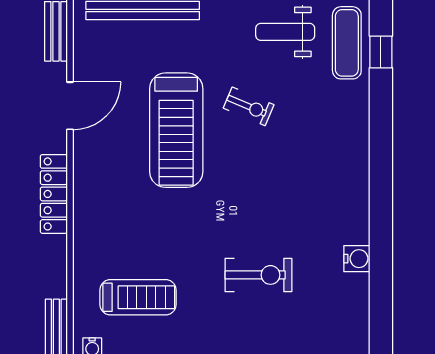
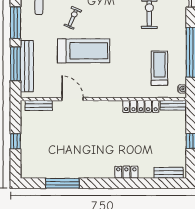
locker: (54, 194) -> (141, 106), moved

